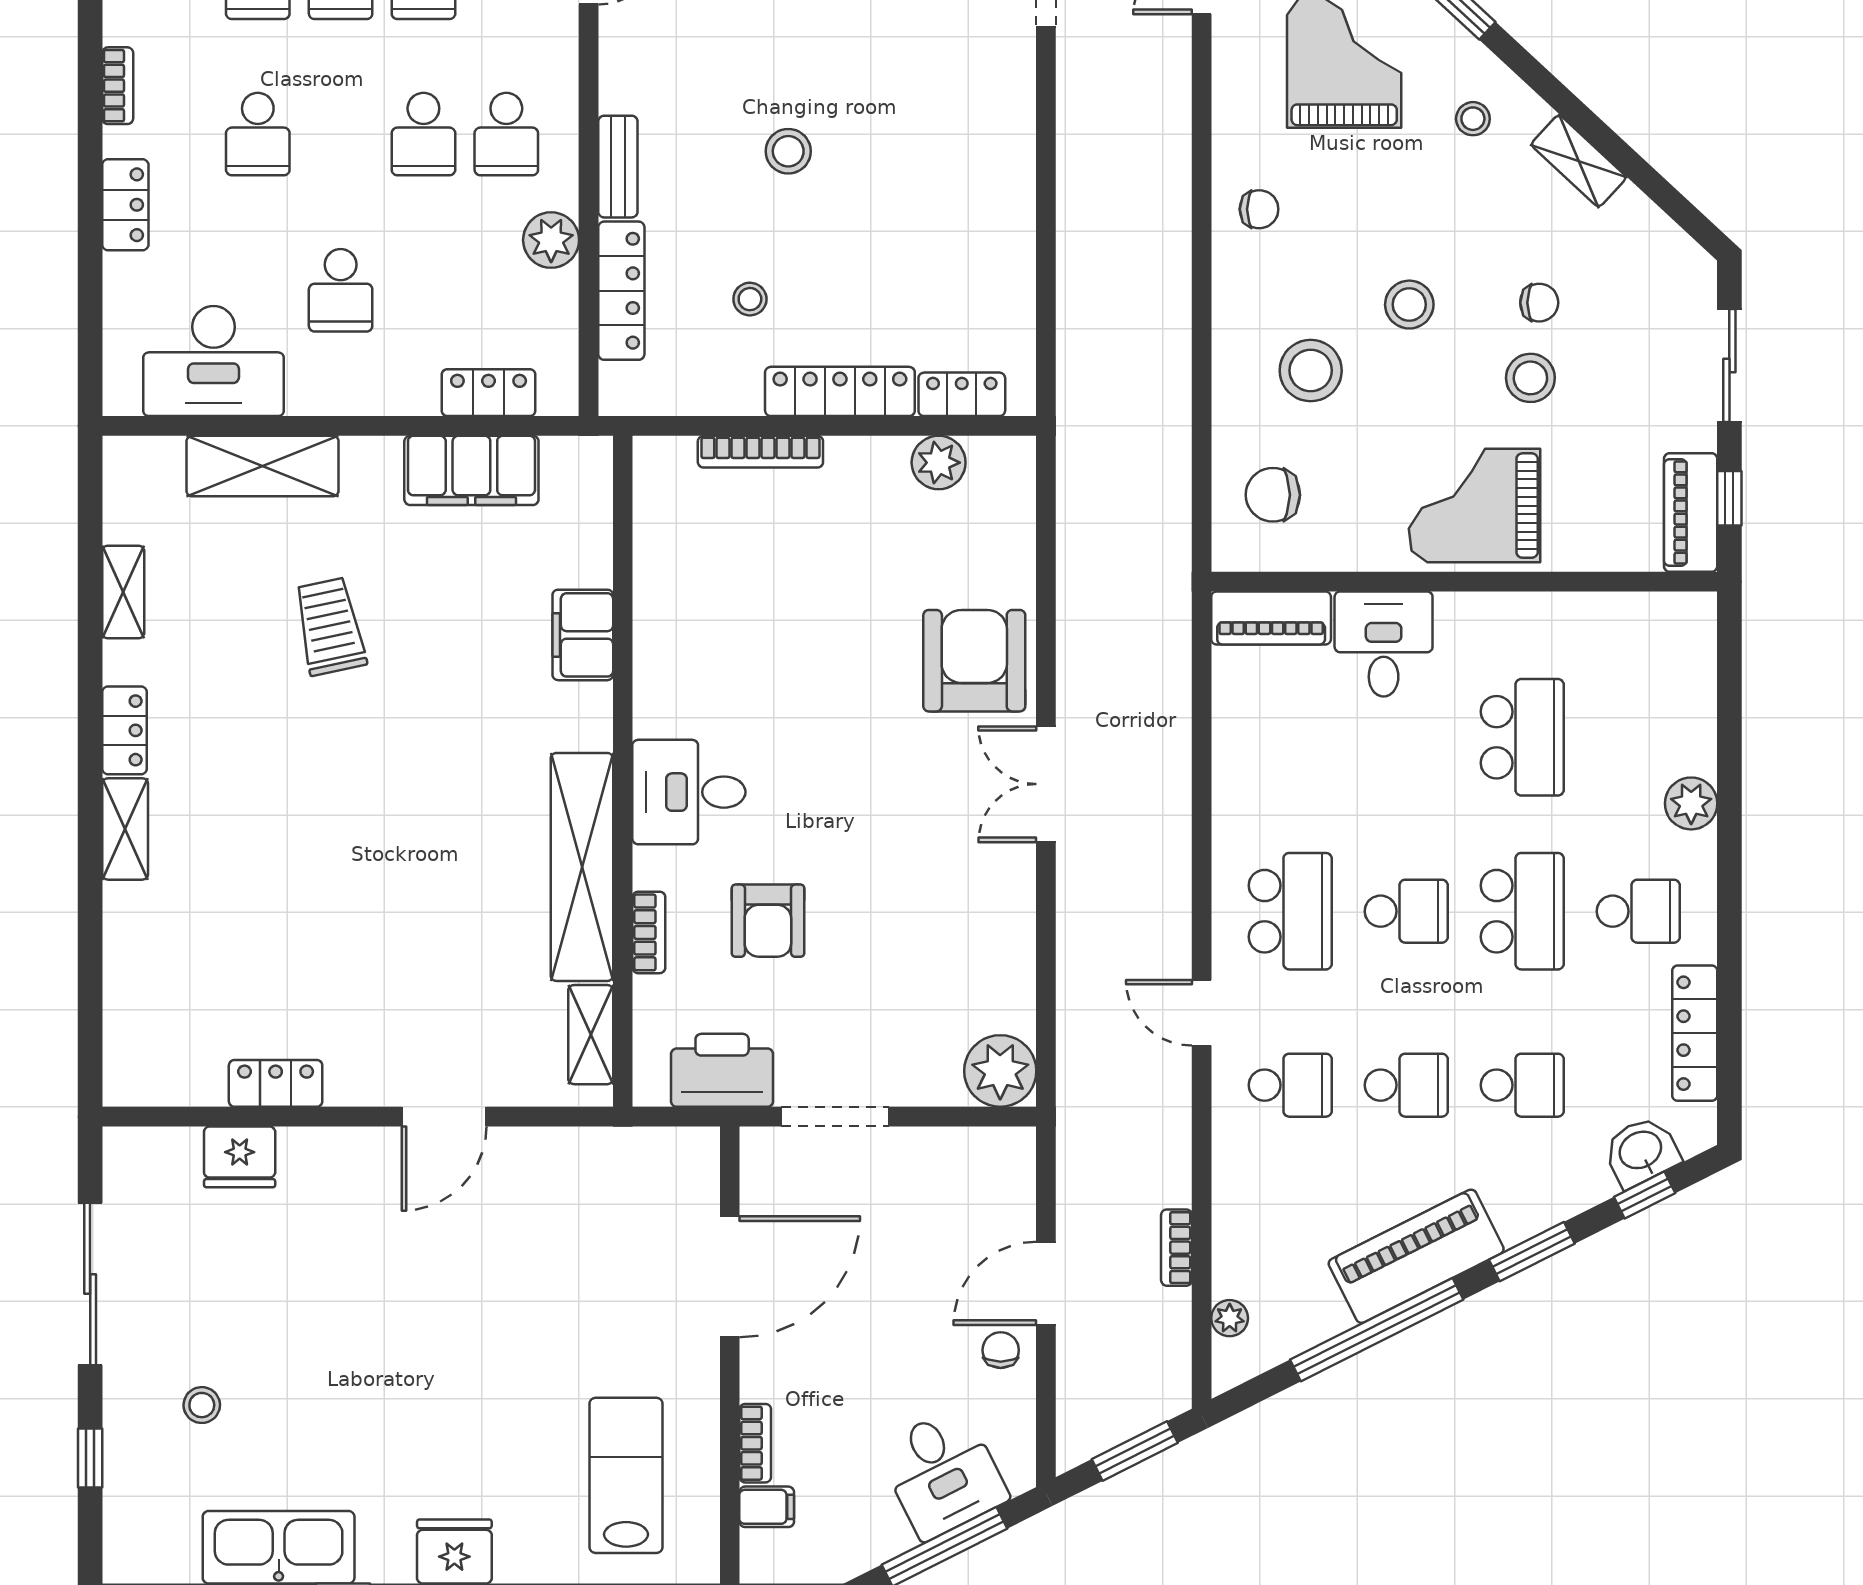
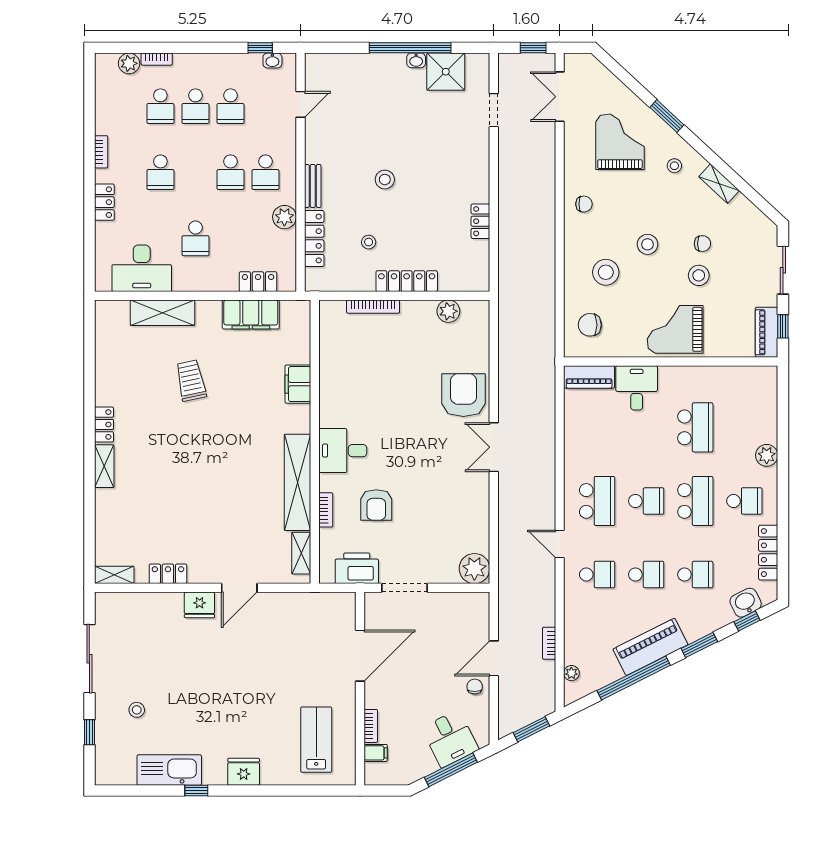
locker: (962, 394) -> (480, 221), moved, turned -90
shelving: (123, 592) -> (114, 575), moved, turned 90
fridge: (240, 1157) -> (199, 605), moved

